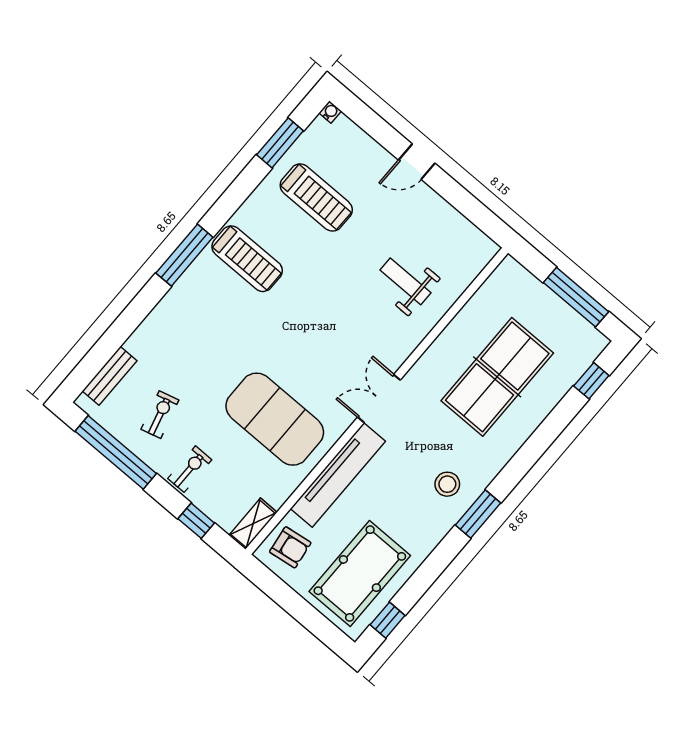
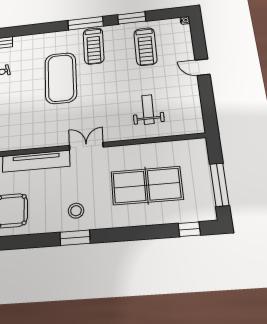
window: (280, 143) -> (132, 18), moved
window: (184, 255) -> (86, 23), moved
exercise mat: (275, 419) -> (61, 78), moved

